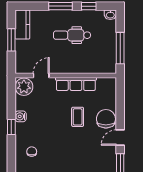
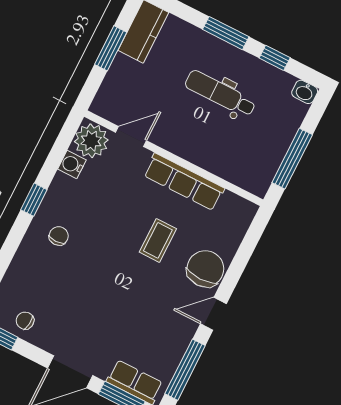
water cooler: (21, 116) -> (72, 165), moved
chair: (32, 152) -> (59, 236), moved

